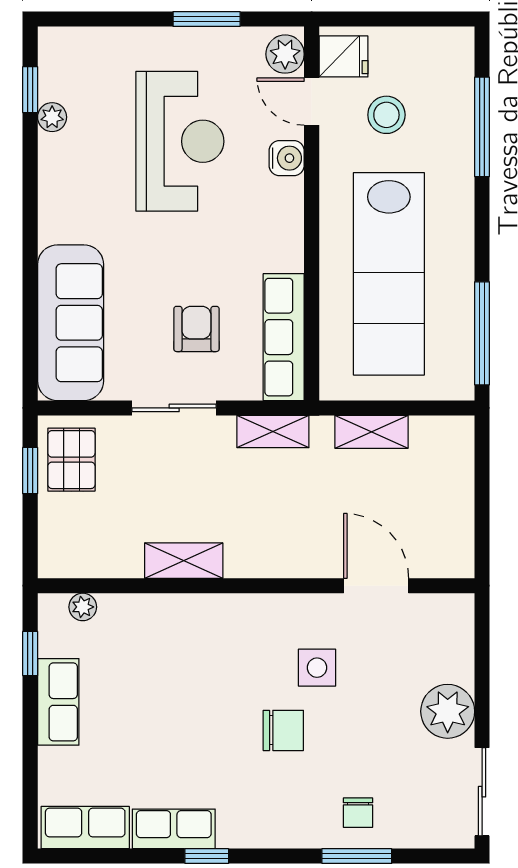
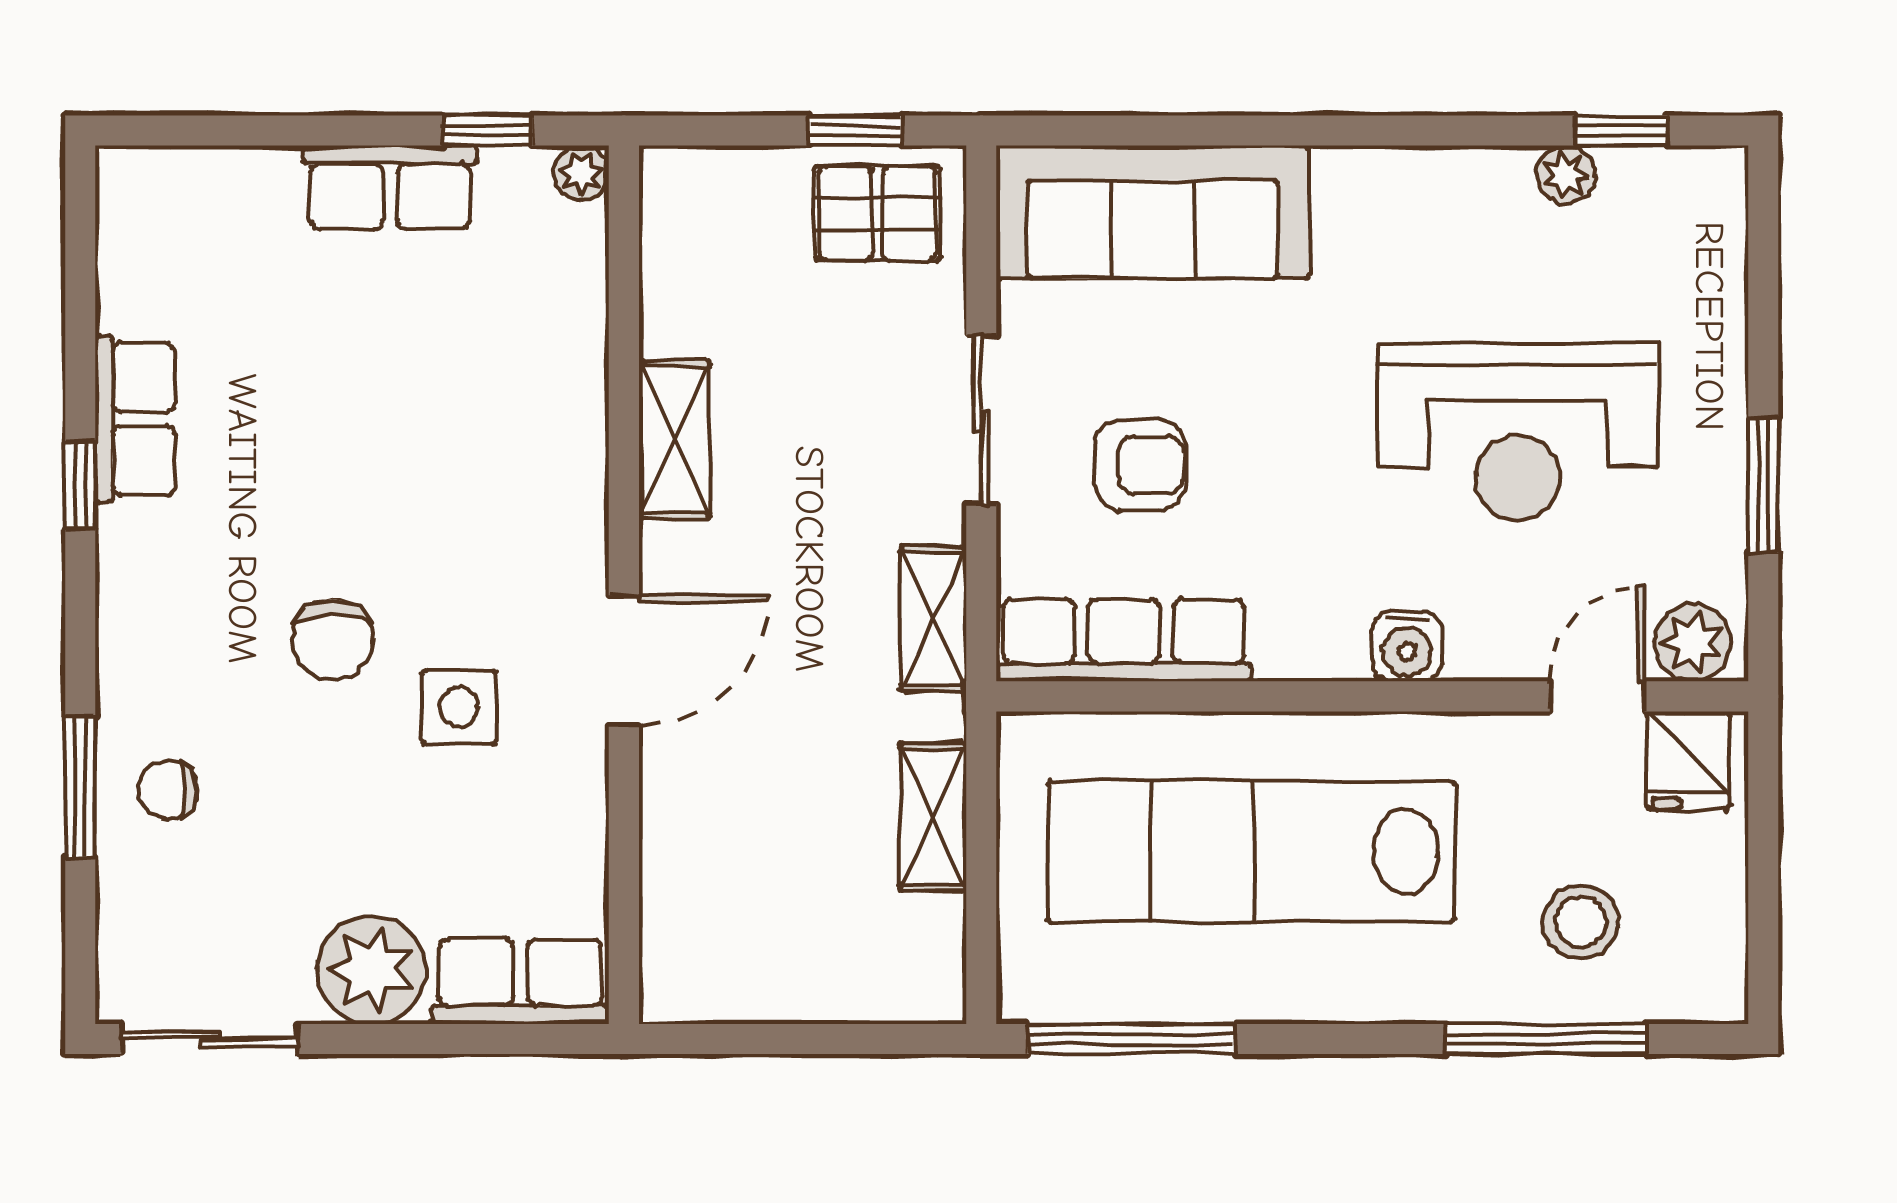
stool: (386, 115) -> (1581, 922), moved
water cooler: (287, 158) -> (1407, 646), moved
door: (376, 586) -> (624, 660), moved
plant: (83, 607) -> (581, 173), moved
row of seats: (85, 828) -> (520, 982), moved, turned -90

